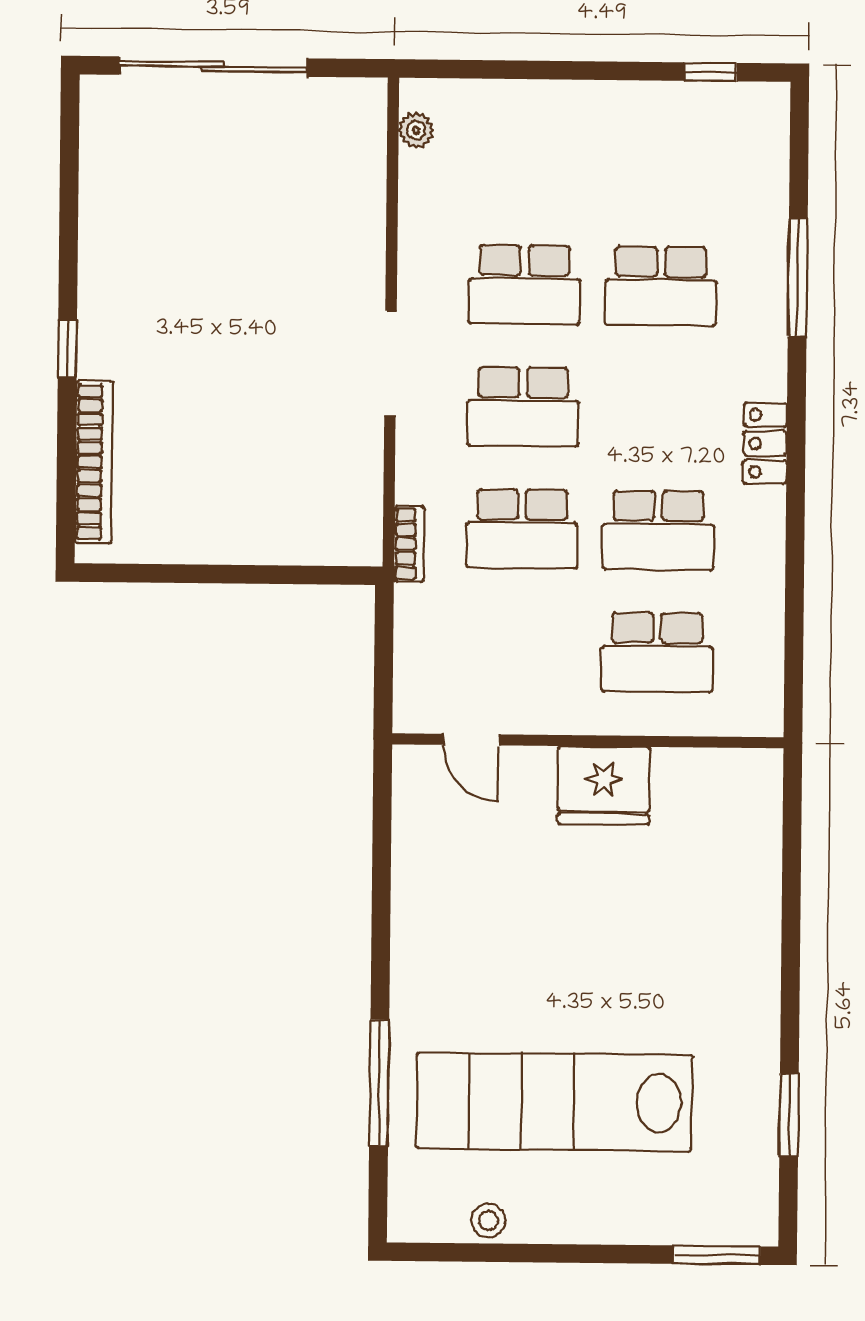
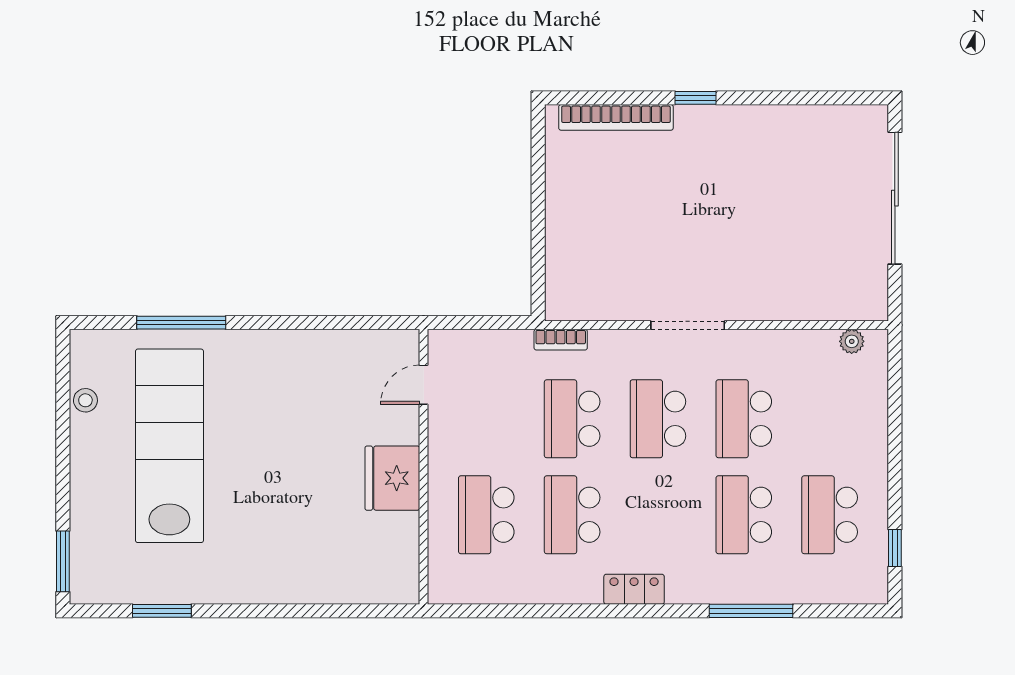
school desk: (662, 164) -> (830, 515), added

